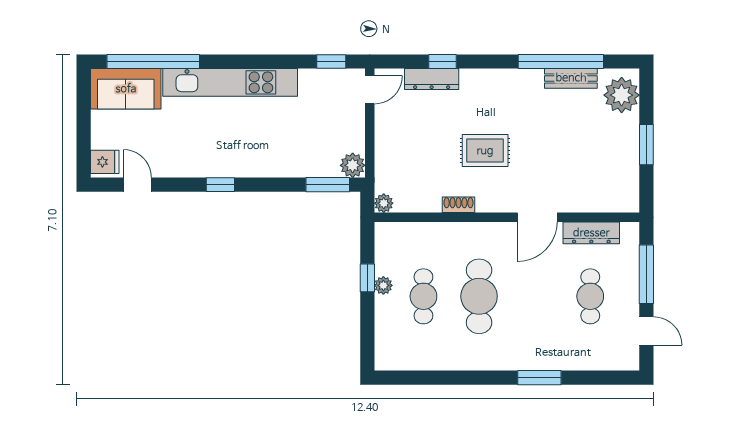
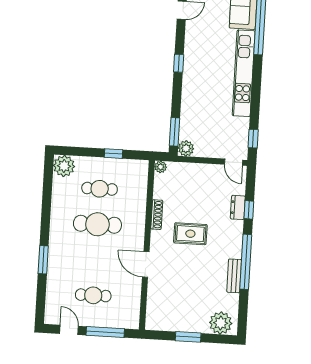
window: (561, 61) -> (246, 262), moved
bench: (571, 78) -> (234, 276), moved
dresser: (432, 79) -> (238, 207), width x0.70
rug: (485, 151) -> (190, 234), turned 90
shoe rack: (458, 205) -> (157, 215), width x1.43
dresser: (591, 233) -> (134, 298), removed
plant: (383, 285) -> (64, 166), moved, width x1.88, depth x1.88
door: (646, 331) -> (69, 330), swing flipped

